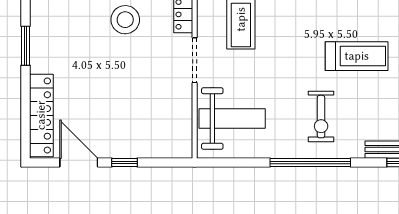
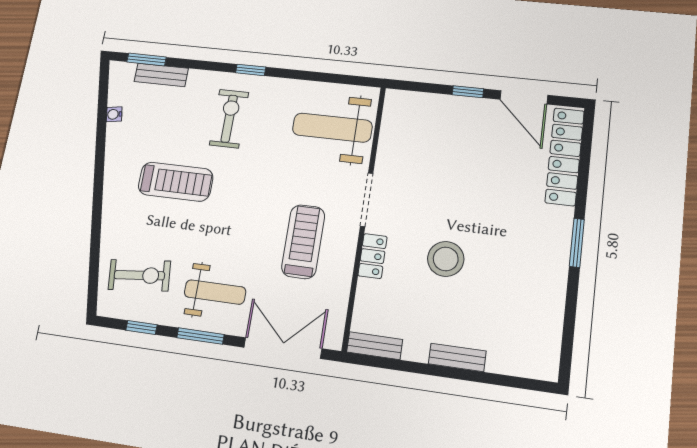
treadmill: (357, 56) -> (176, 182), turned 180
window: (310, 162) -> (251, 70), width x0.32

